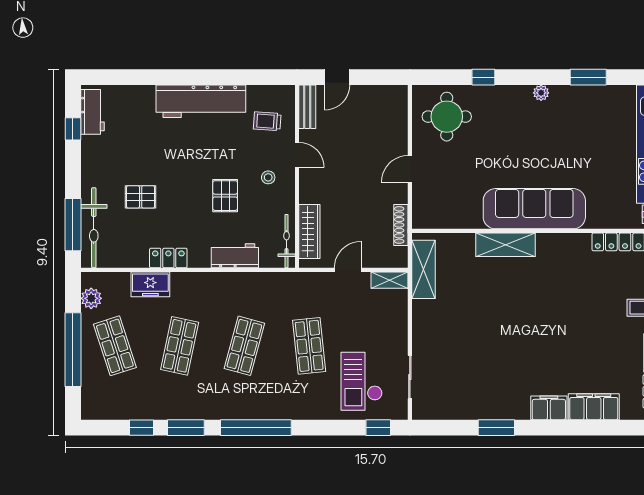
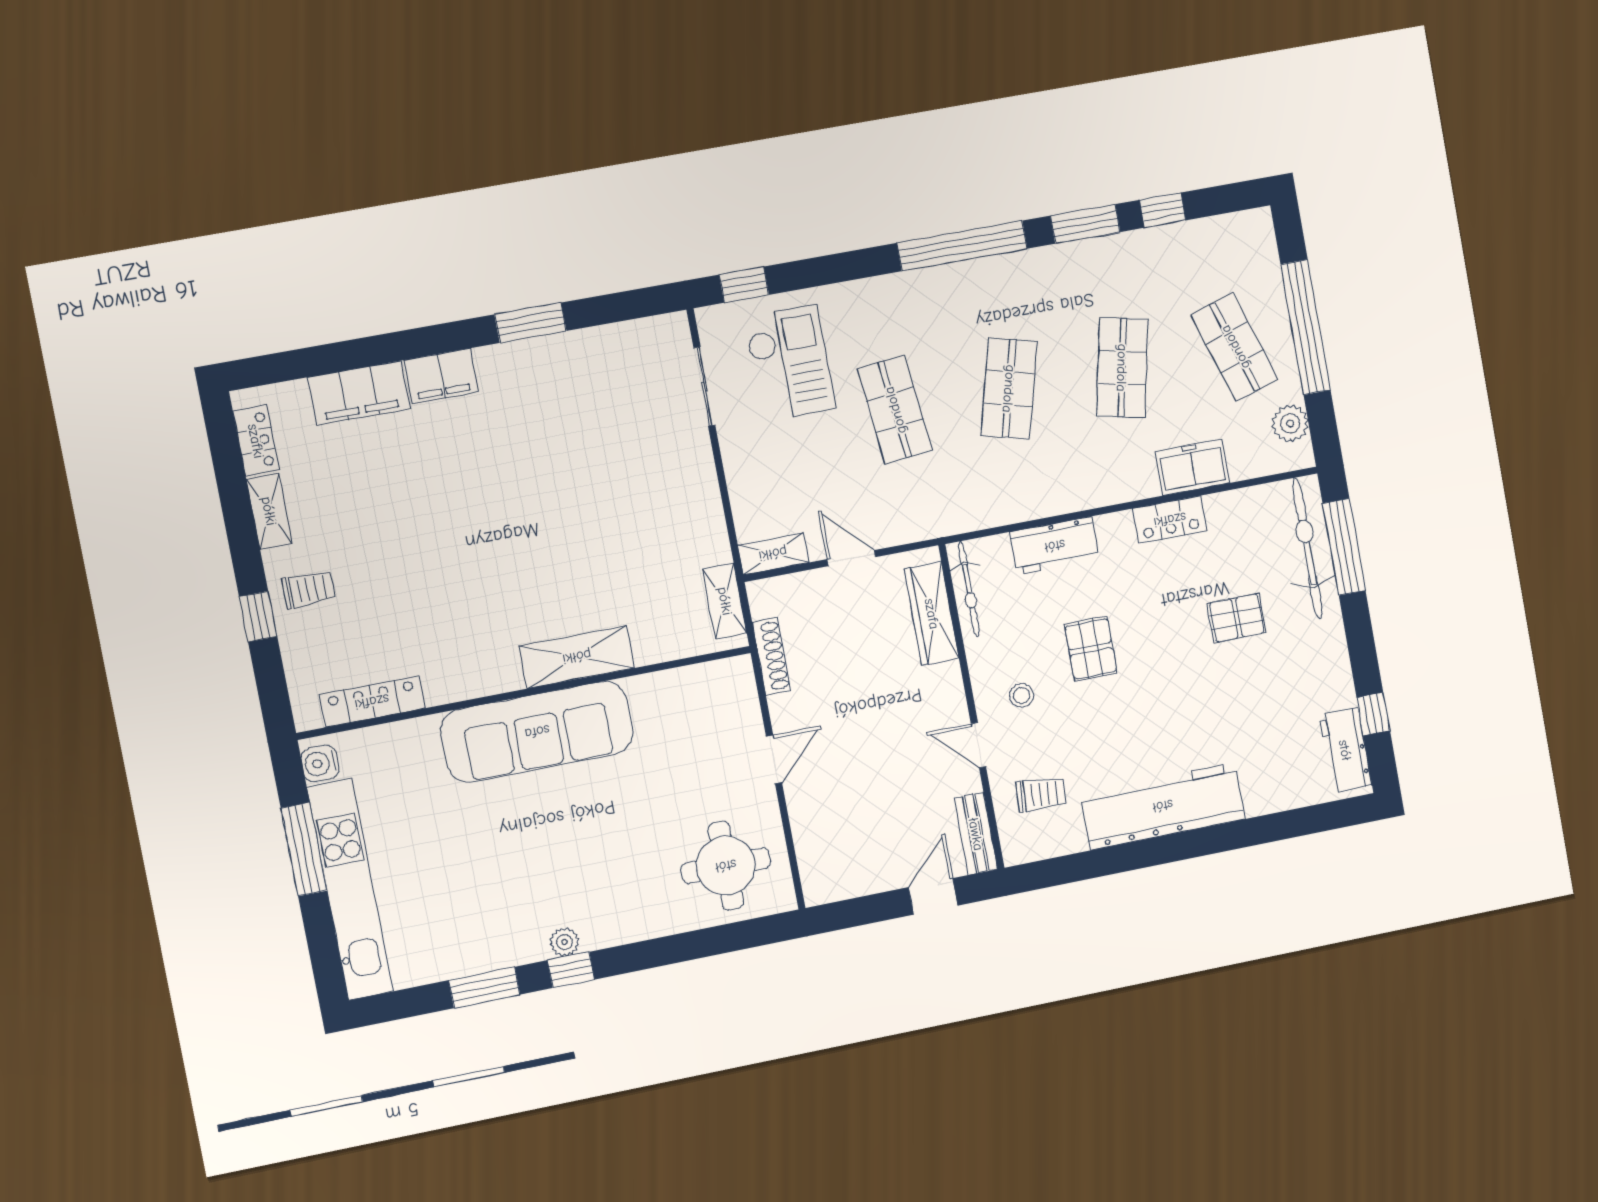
window: (483, 77) -> (571, 970), moved
shelving: (424, 269) -> (725, 601), width x0.67, depth x0.75
door: (348, 270) -> (851, 558), swing flipped

